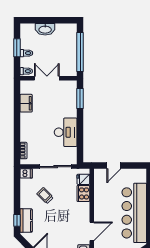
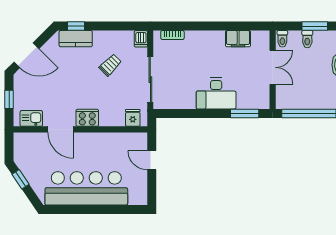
desk: (66, 132) -> (216, 93), moved
cooker: (83, 193) -> (87, 118), moved

